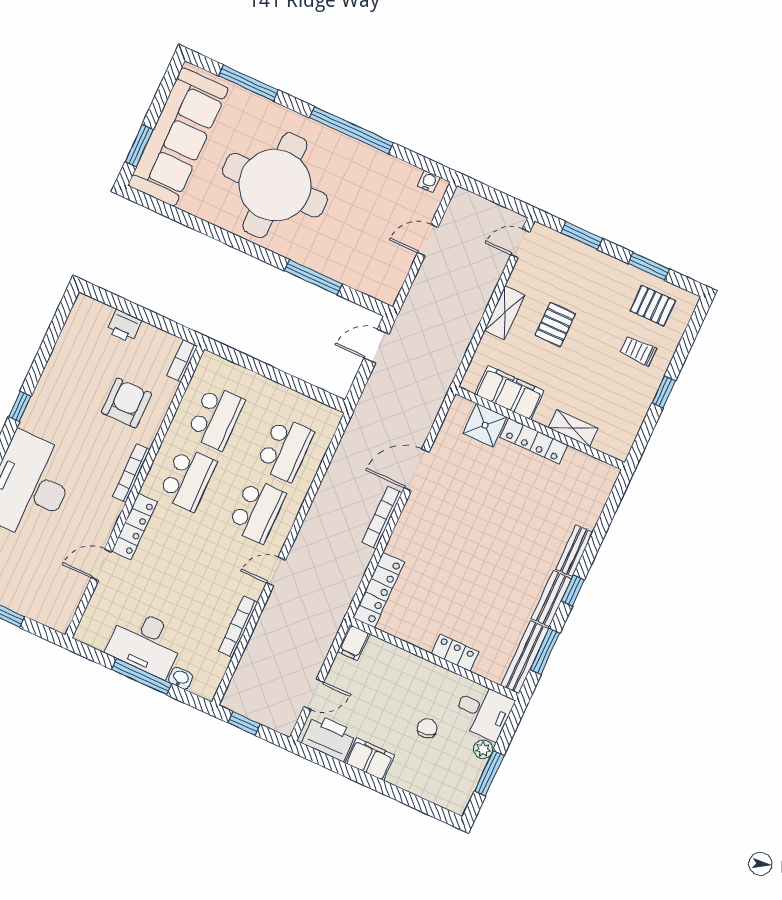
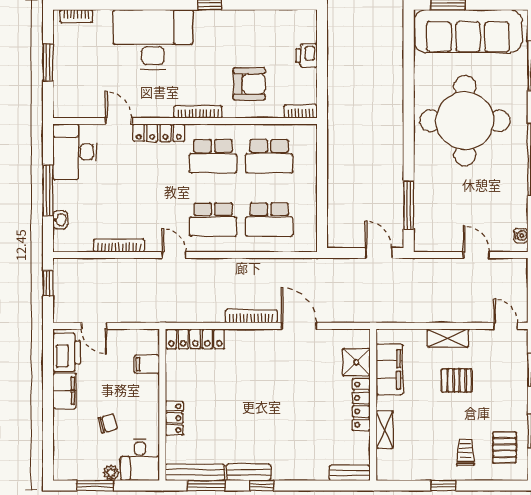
window: (313, 277) -> (409, 205), moved
bench: (574, 551) -> (350, 473), moved
desk: (146, 643) -> (75, 152), moved
filing cabinet: (354, 643) -> (147, 364), moved

